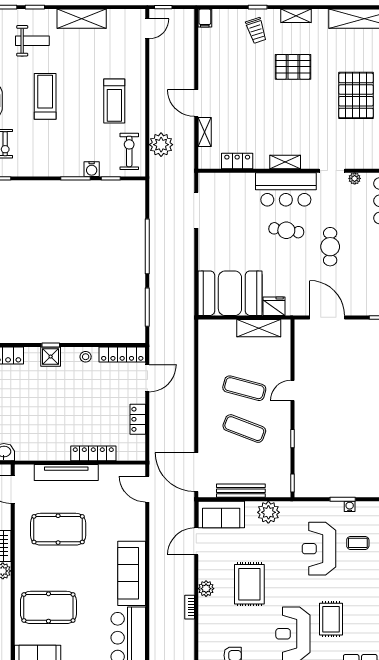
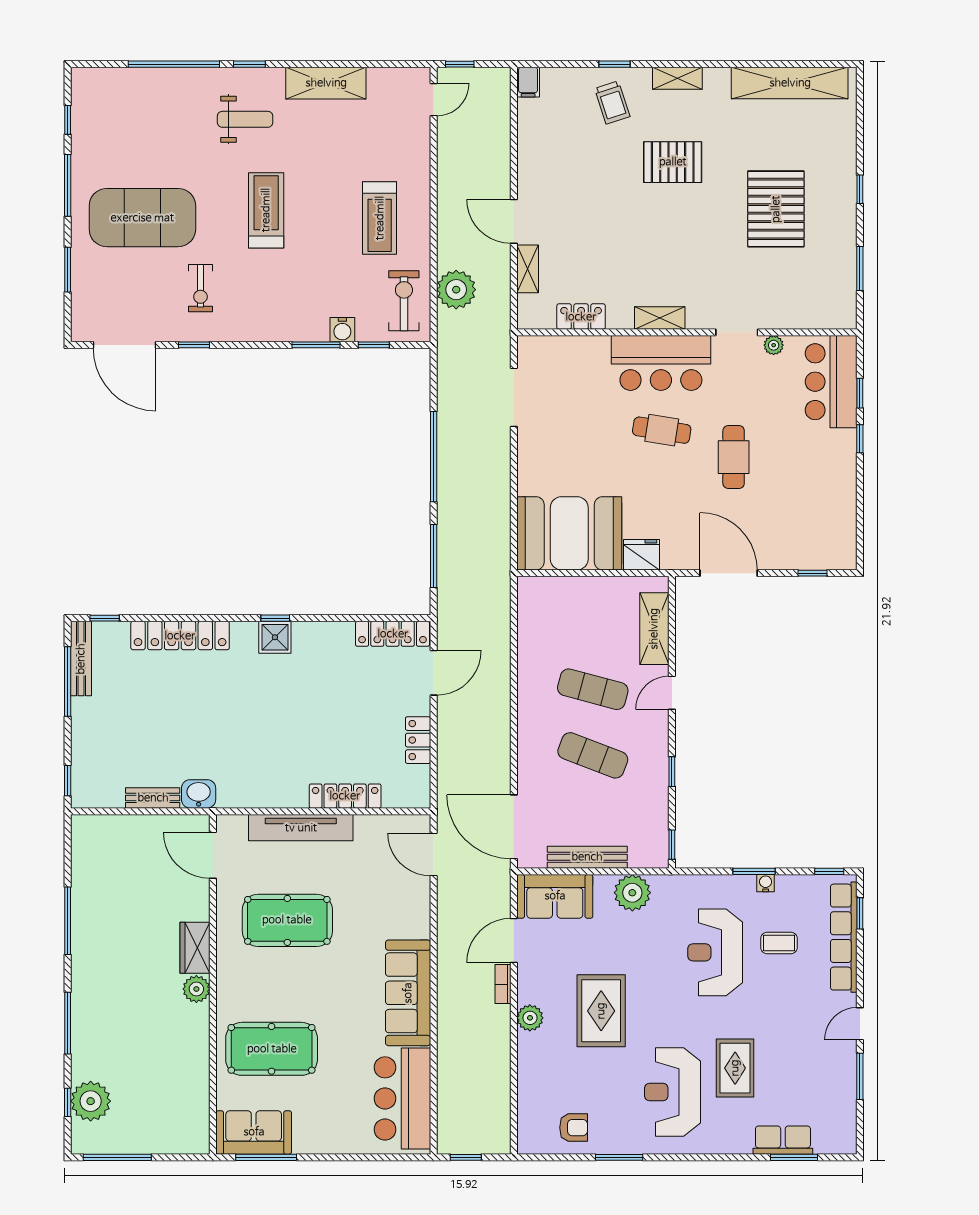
shelving: (259, 328) -> (654, 629), moved, turned 90
stool: (86, 357) -> (332, 638), removed
bookcase: (190, 607) -> (503, 984), moved

